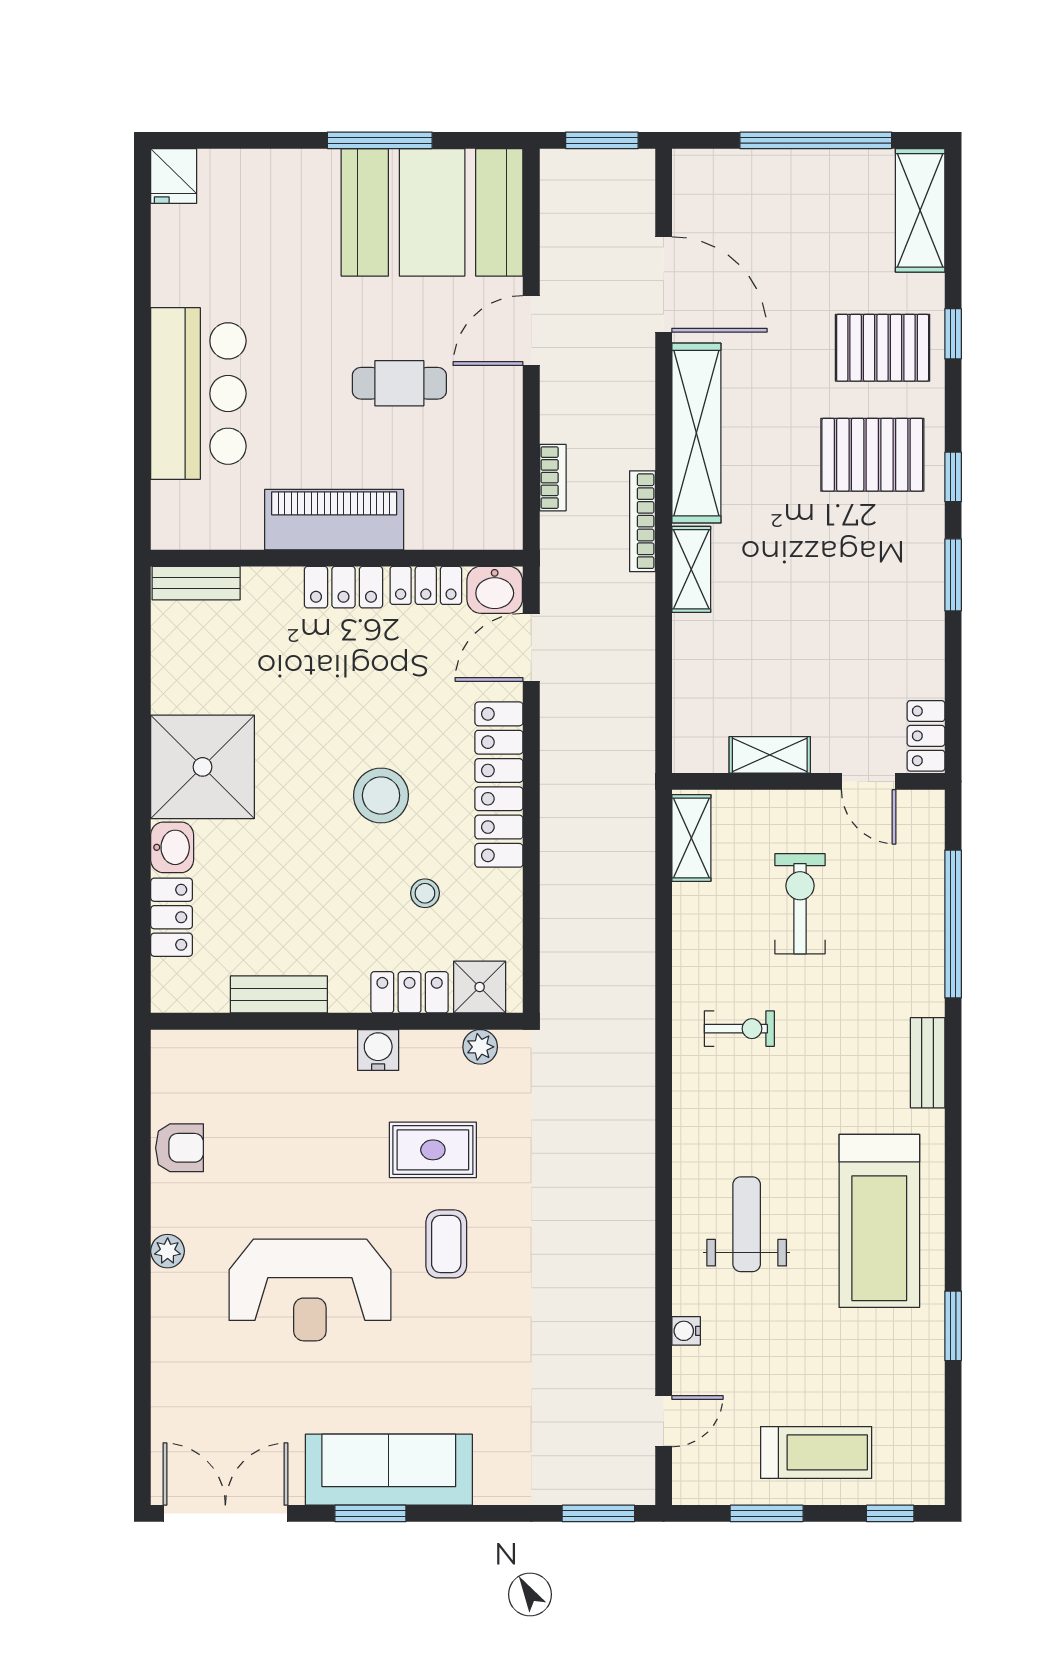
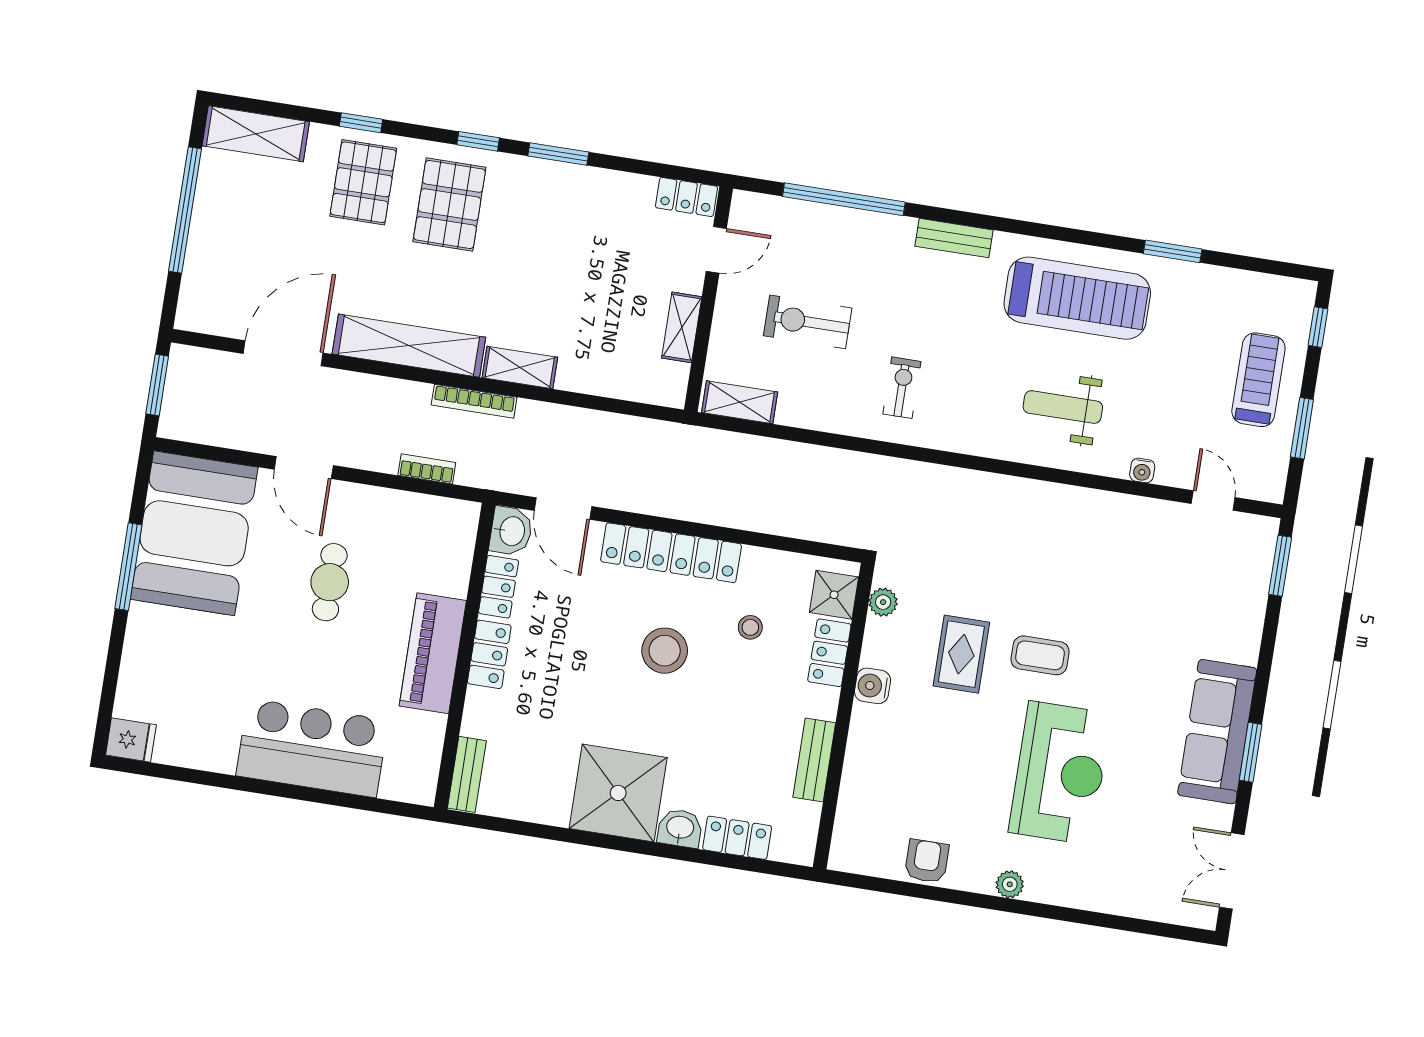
double door: (225, 1513) -> (1232, 871), width x0.73

